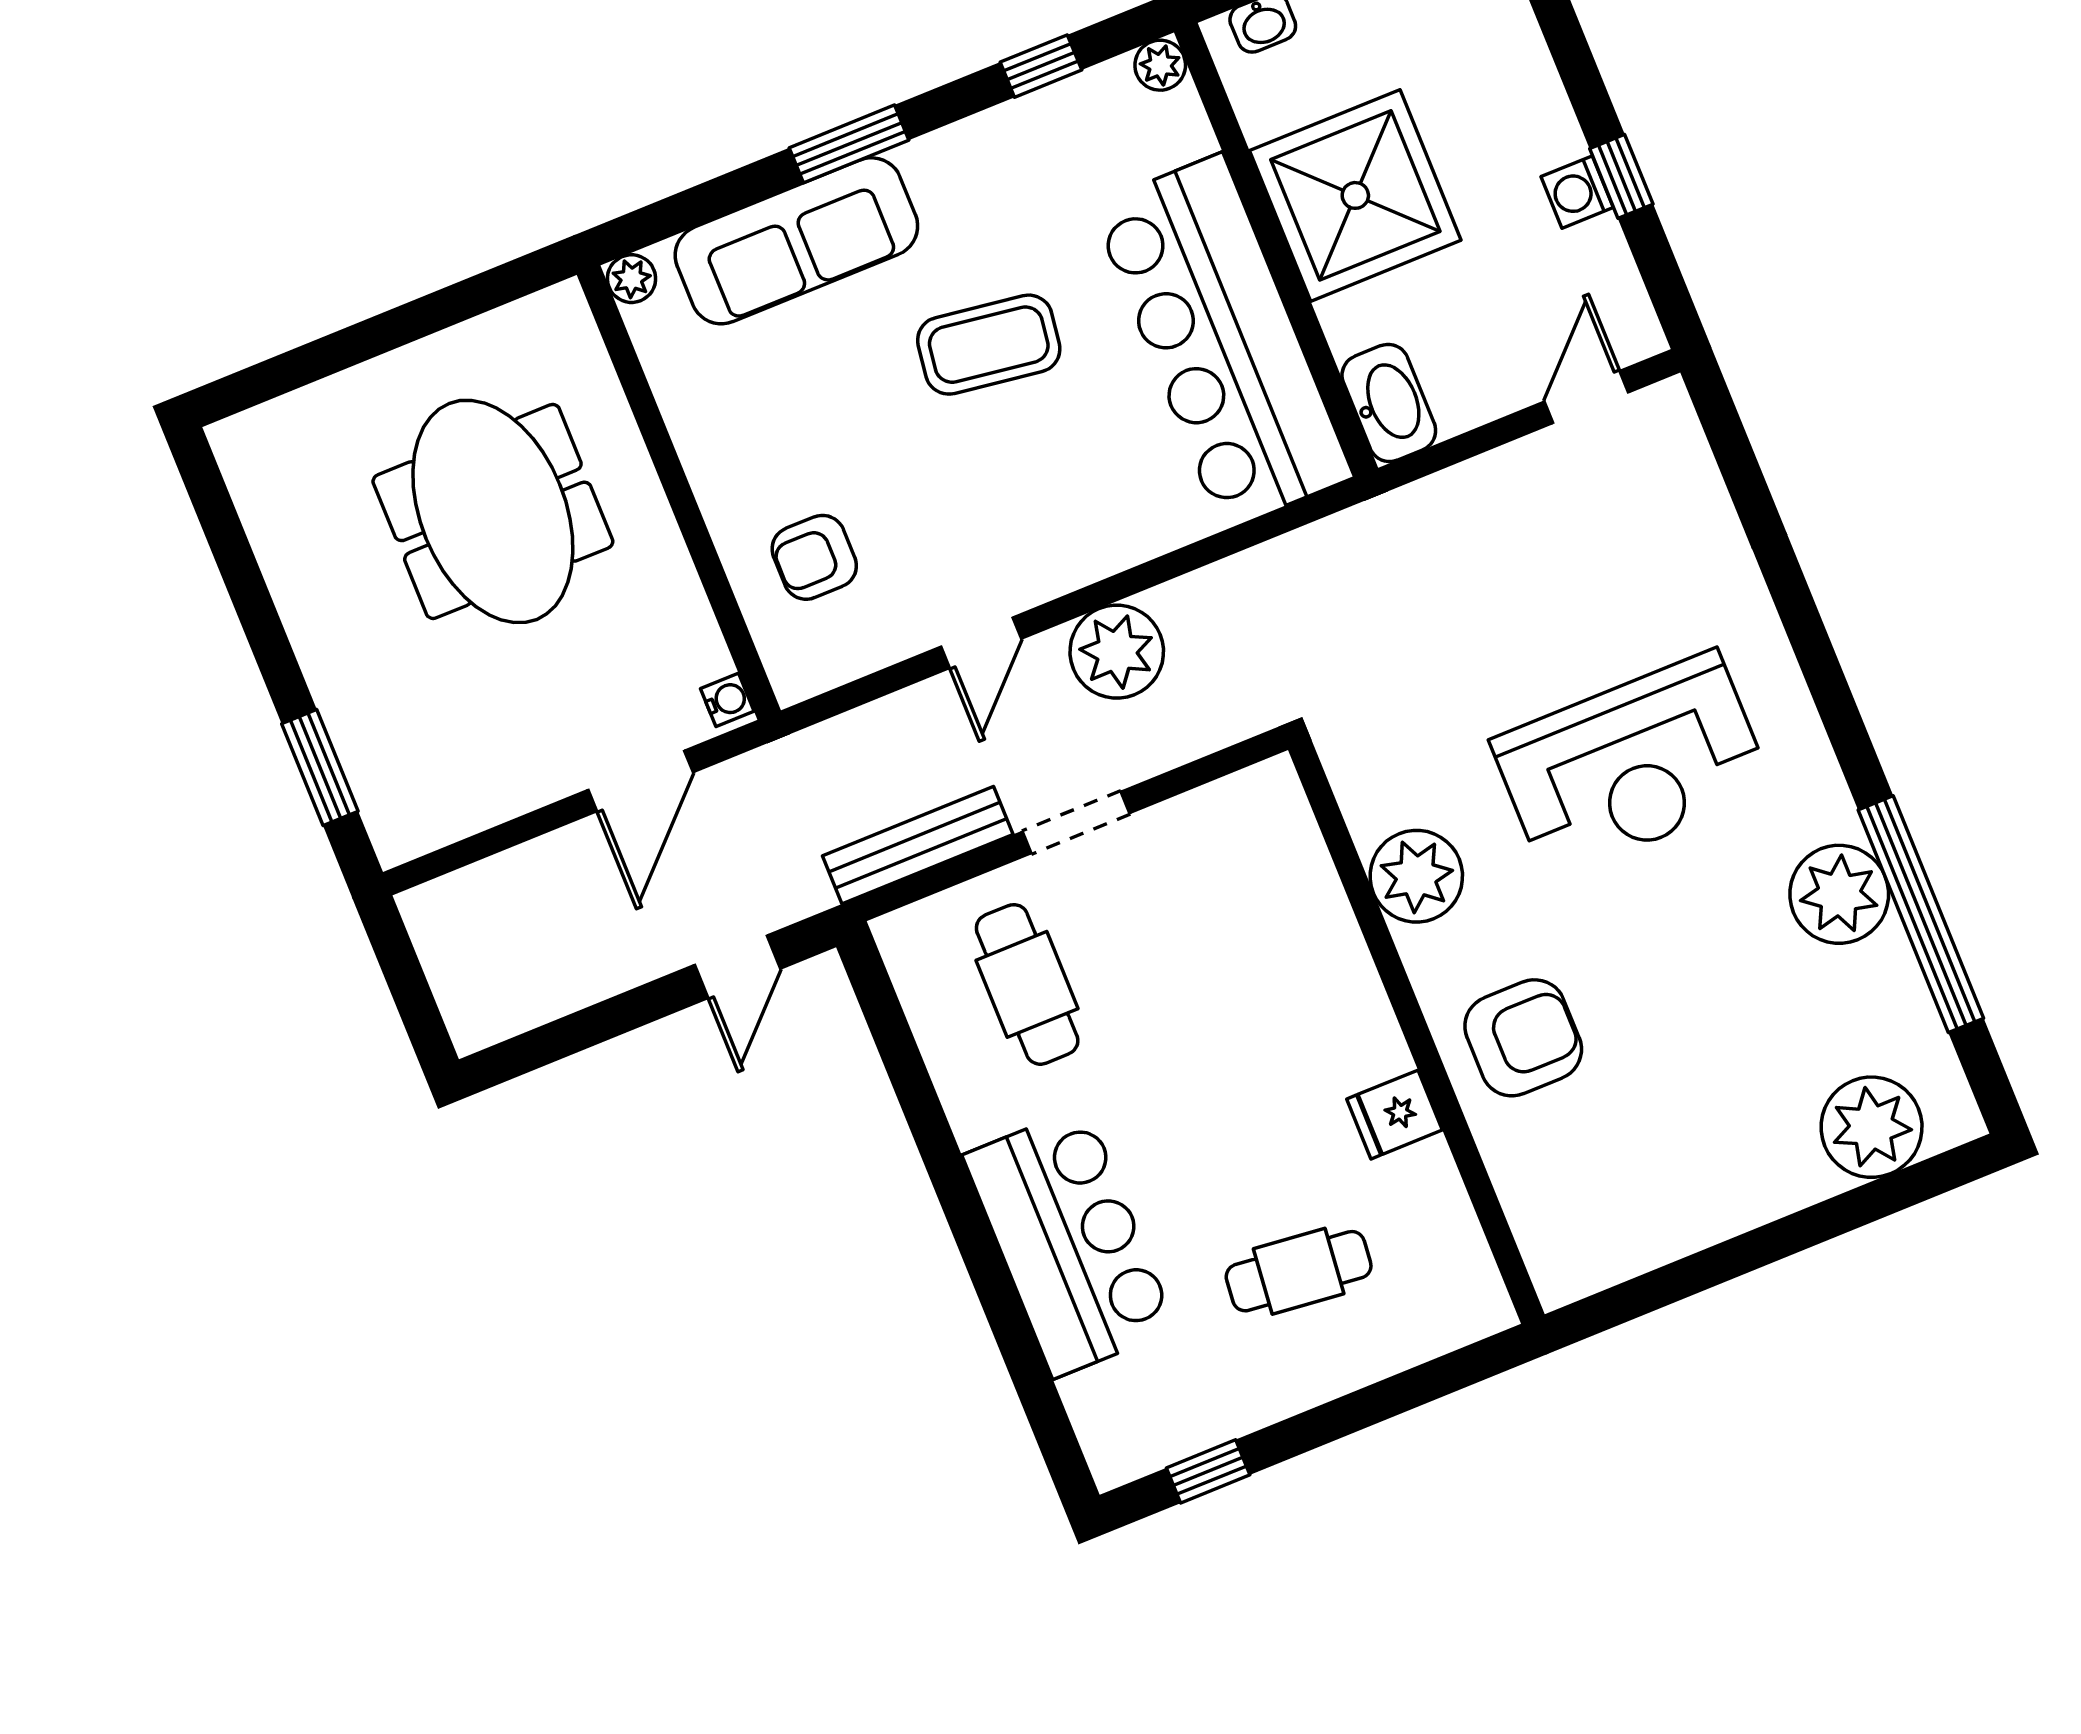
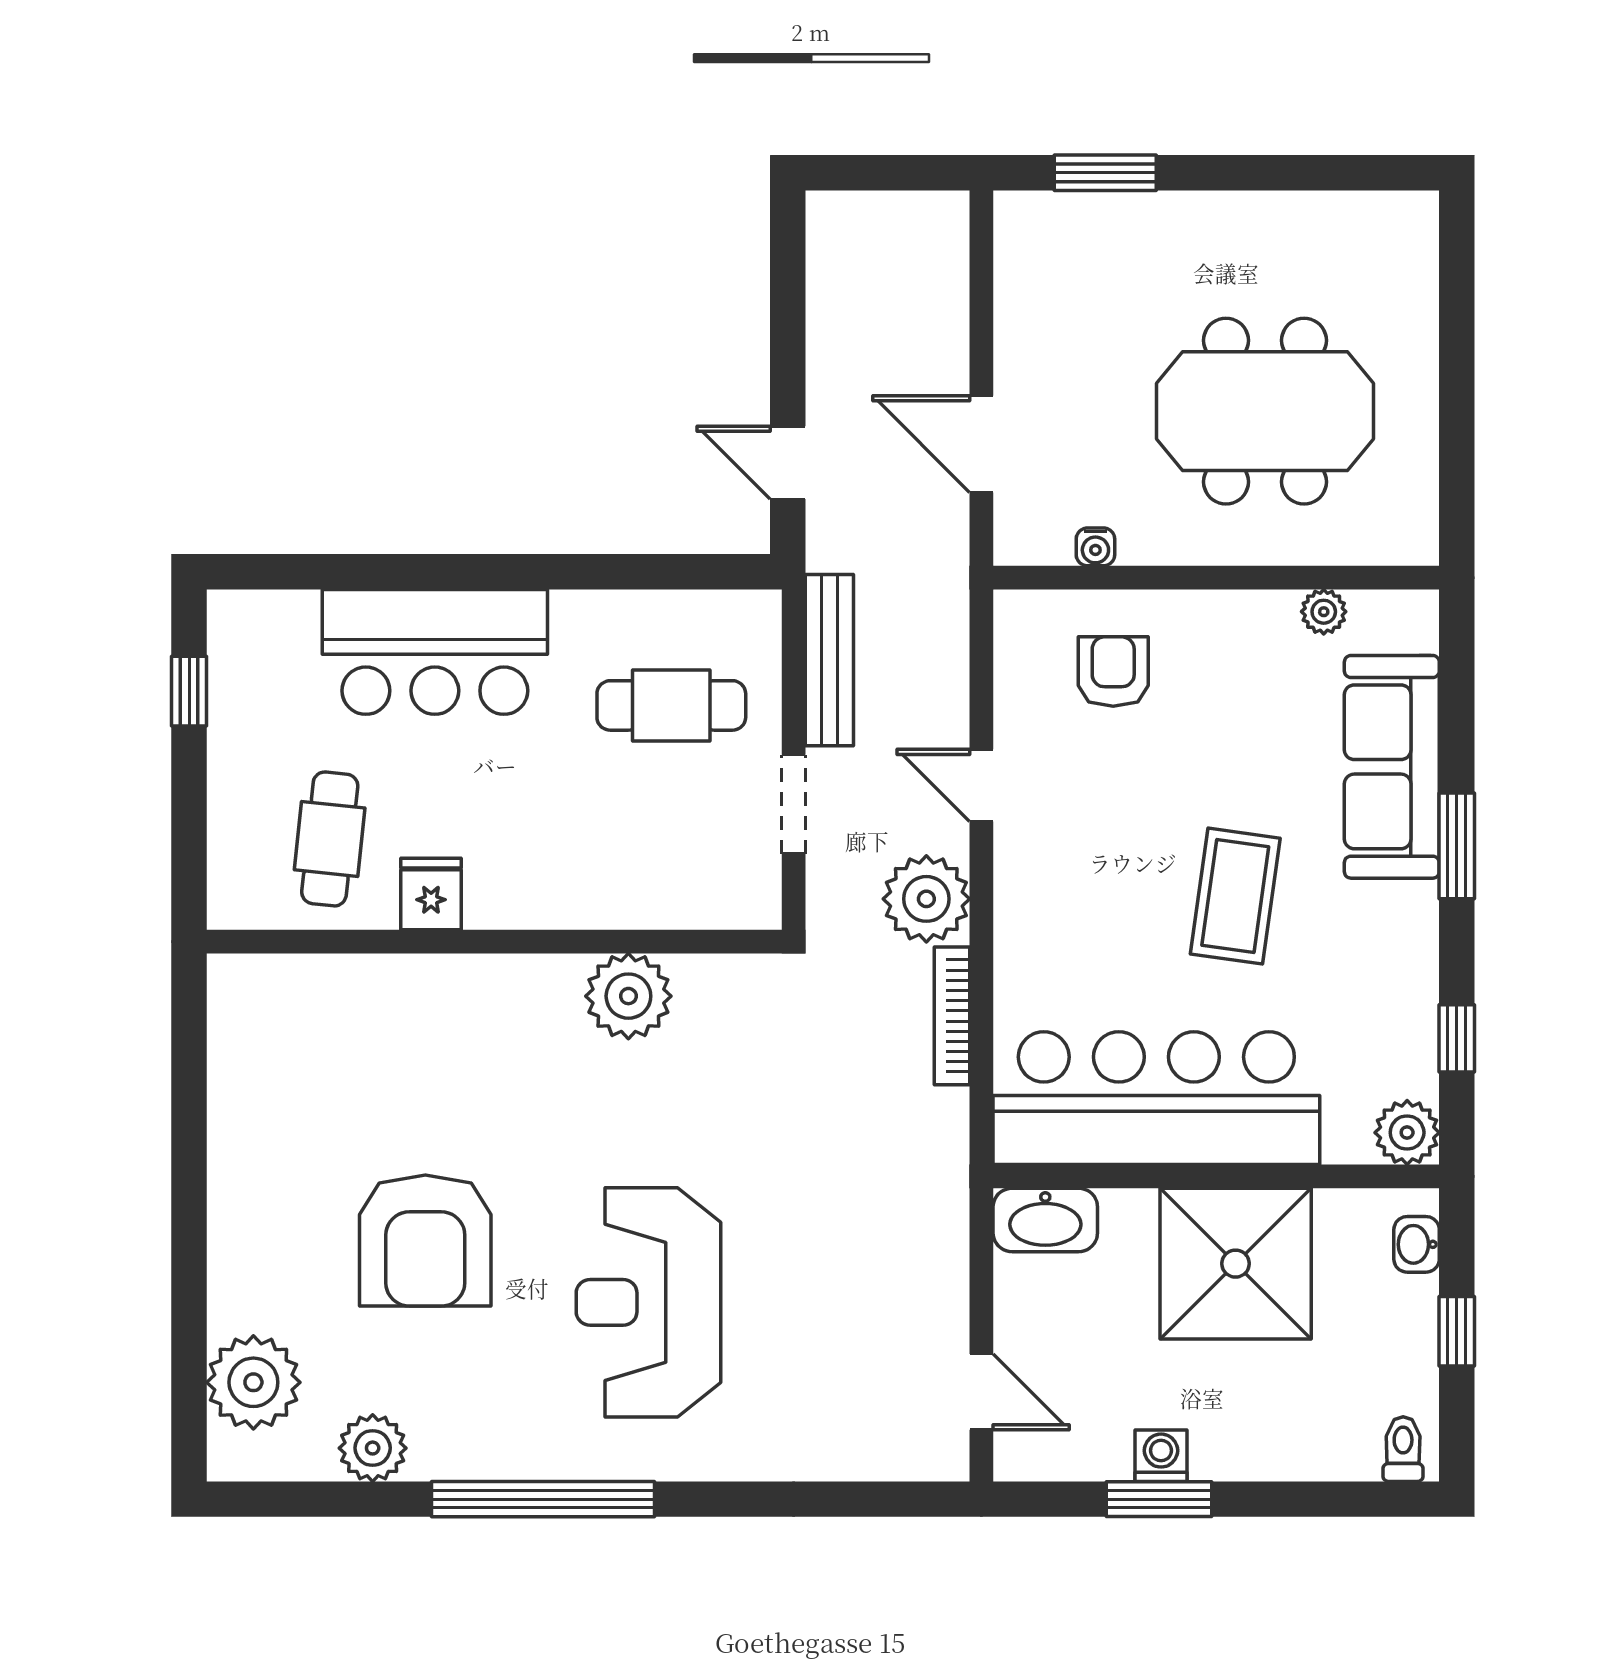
plant: (1160, 65) -> (1407, 1133), width x1.38, depth x1.38
window: (1621, 176) -> (1159, 1499), width x1.50
plant: (632, 279) -> (1324, 612), moved
bookcase: (1223, 579) -> (952, 1016), added
water cooler: (727, 700) -> (1095, 547), moved
plant: (1416, 876) -> (628, 996), moved
plant: (1839, 894) -> (373, 1448), moved, width x0.73, depth x0.73
window: (1921, 914) -> (543, 1499), moved
wall: (1416, 1032) -> (494, 942), moved
armchair: (1523, 1038) -> (425, 1241), moved, width x1.36, depth x1.36
fridge: (1394, 1115) -> (431, 894), moved

